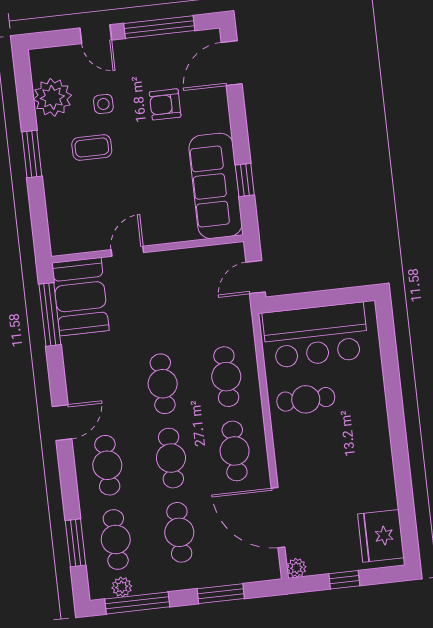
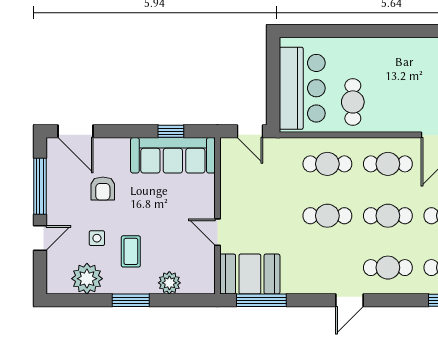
plant: (59, 199) -> (169, 283), added
door: (62, 423) -> (349, 300), swing flipped

